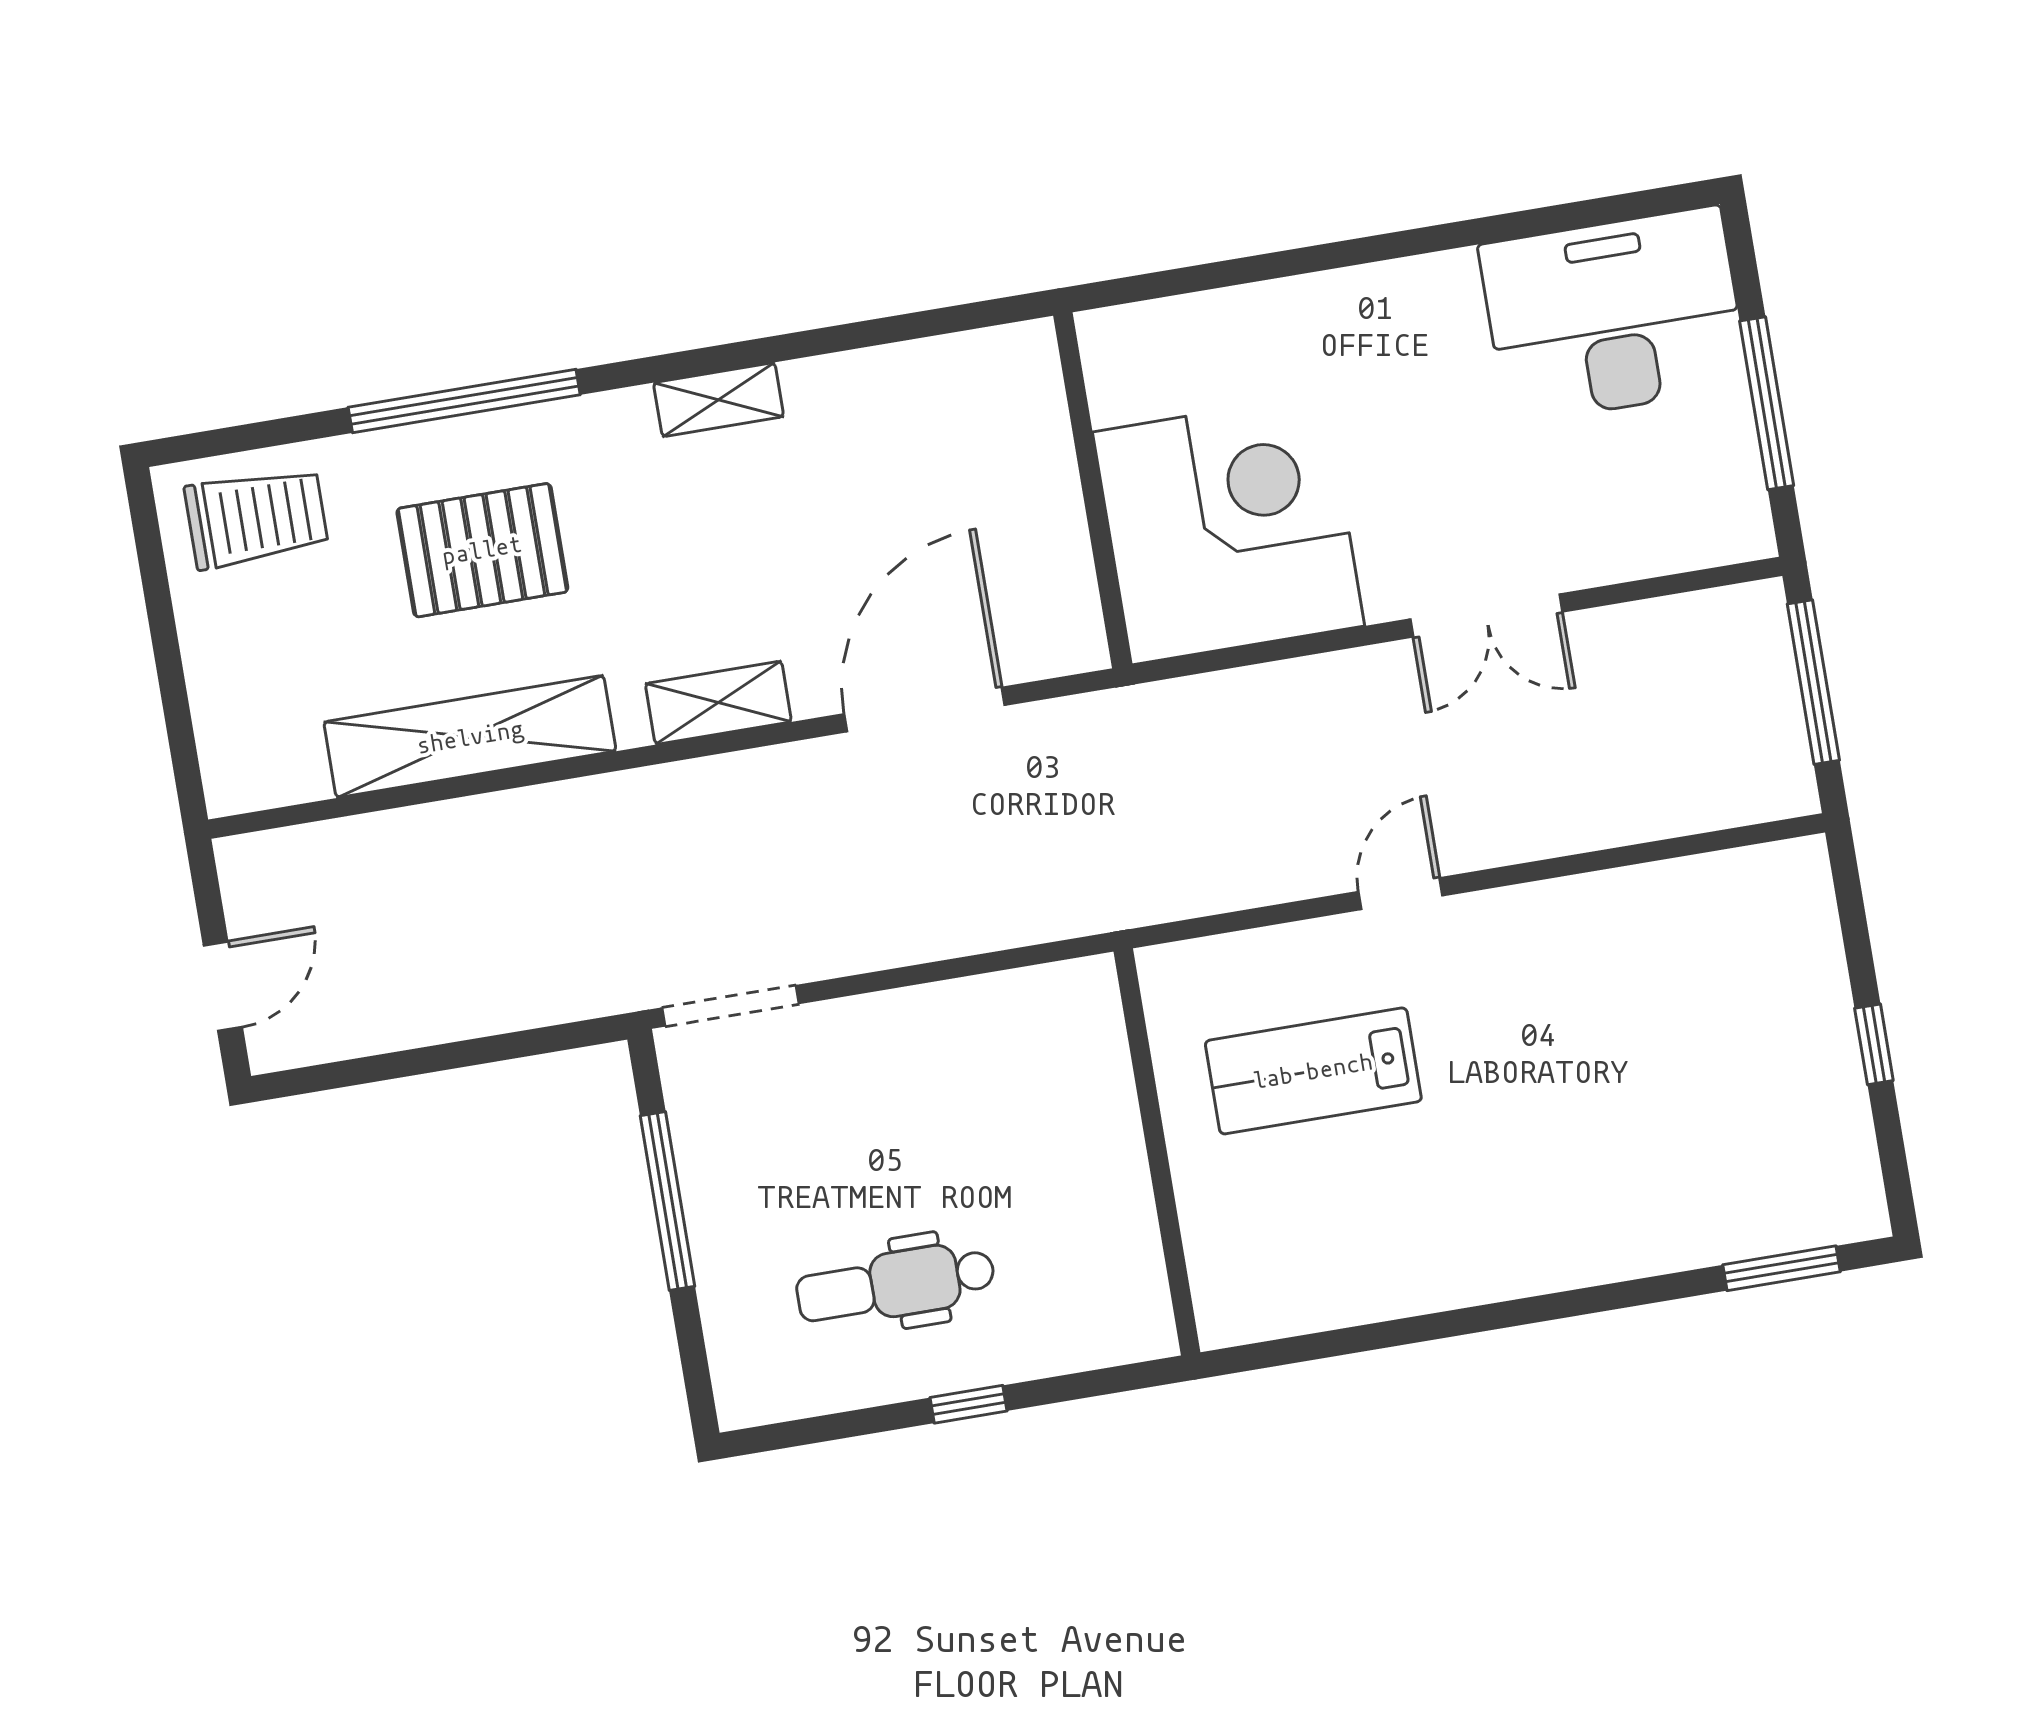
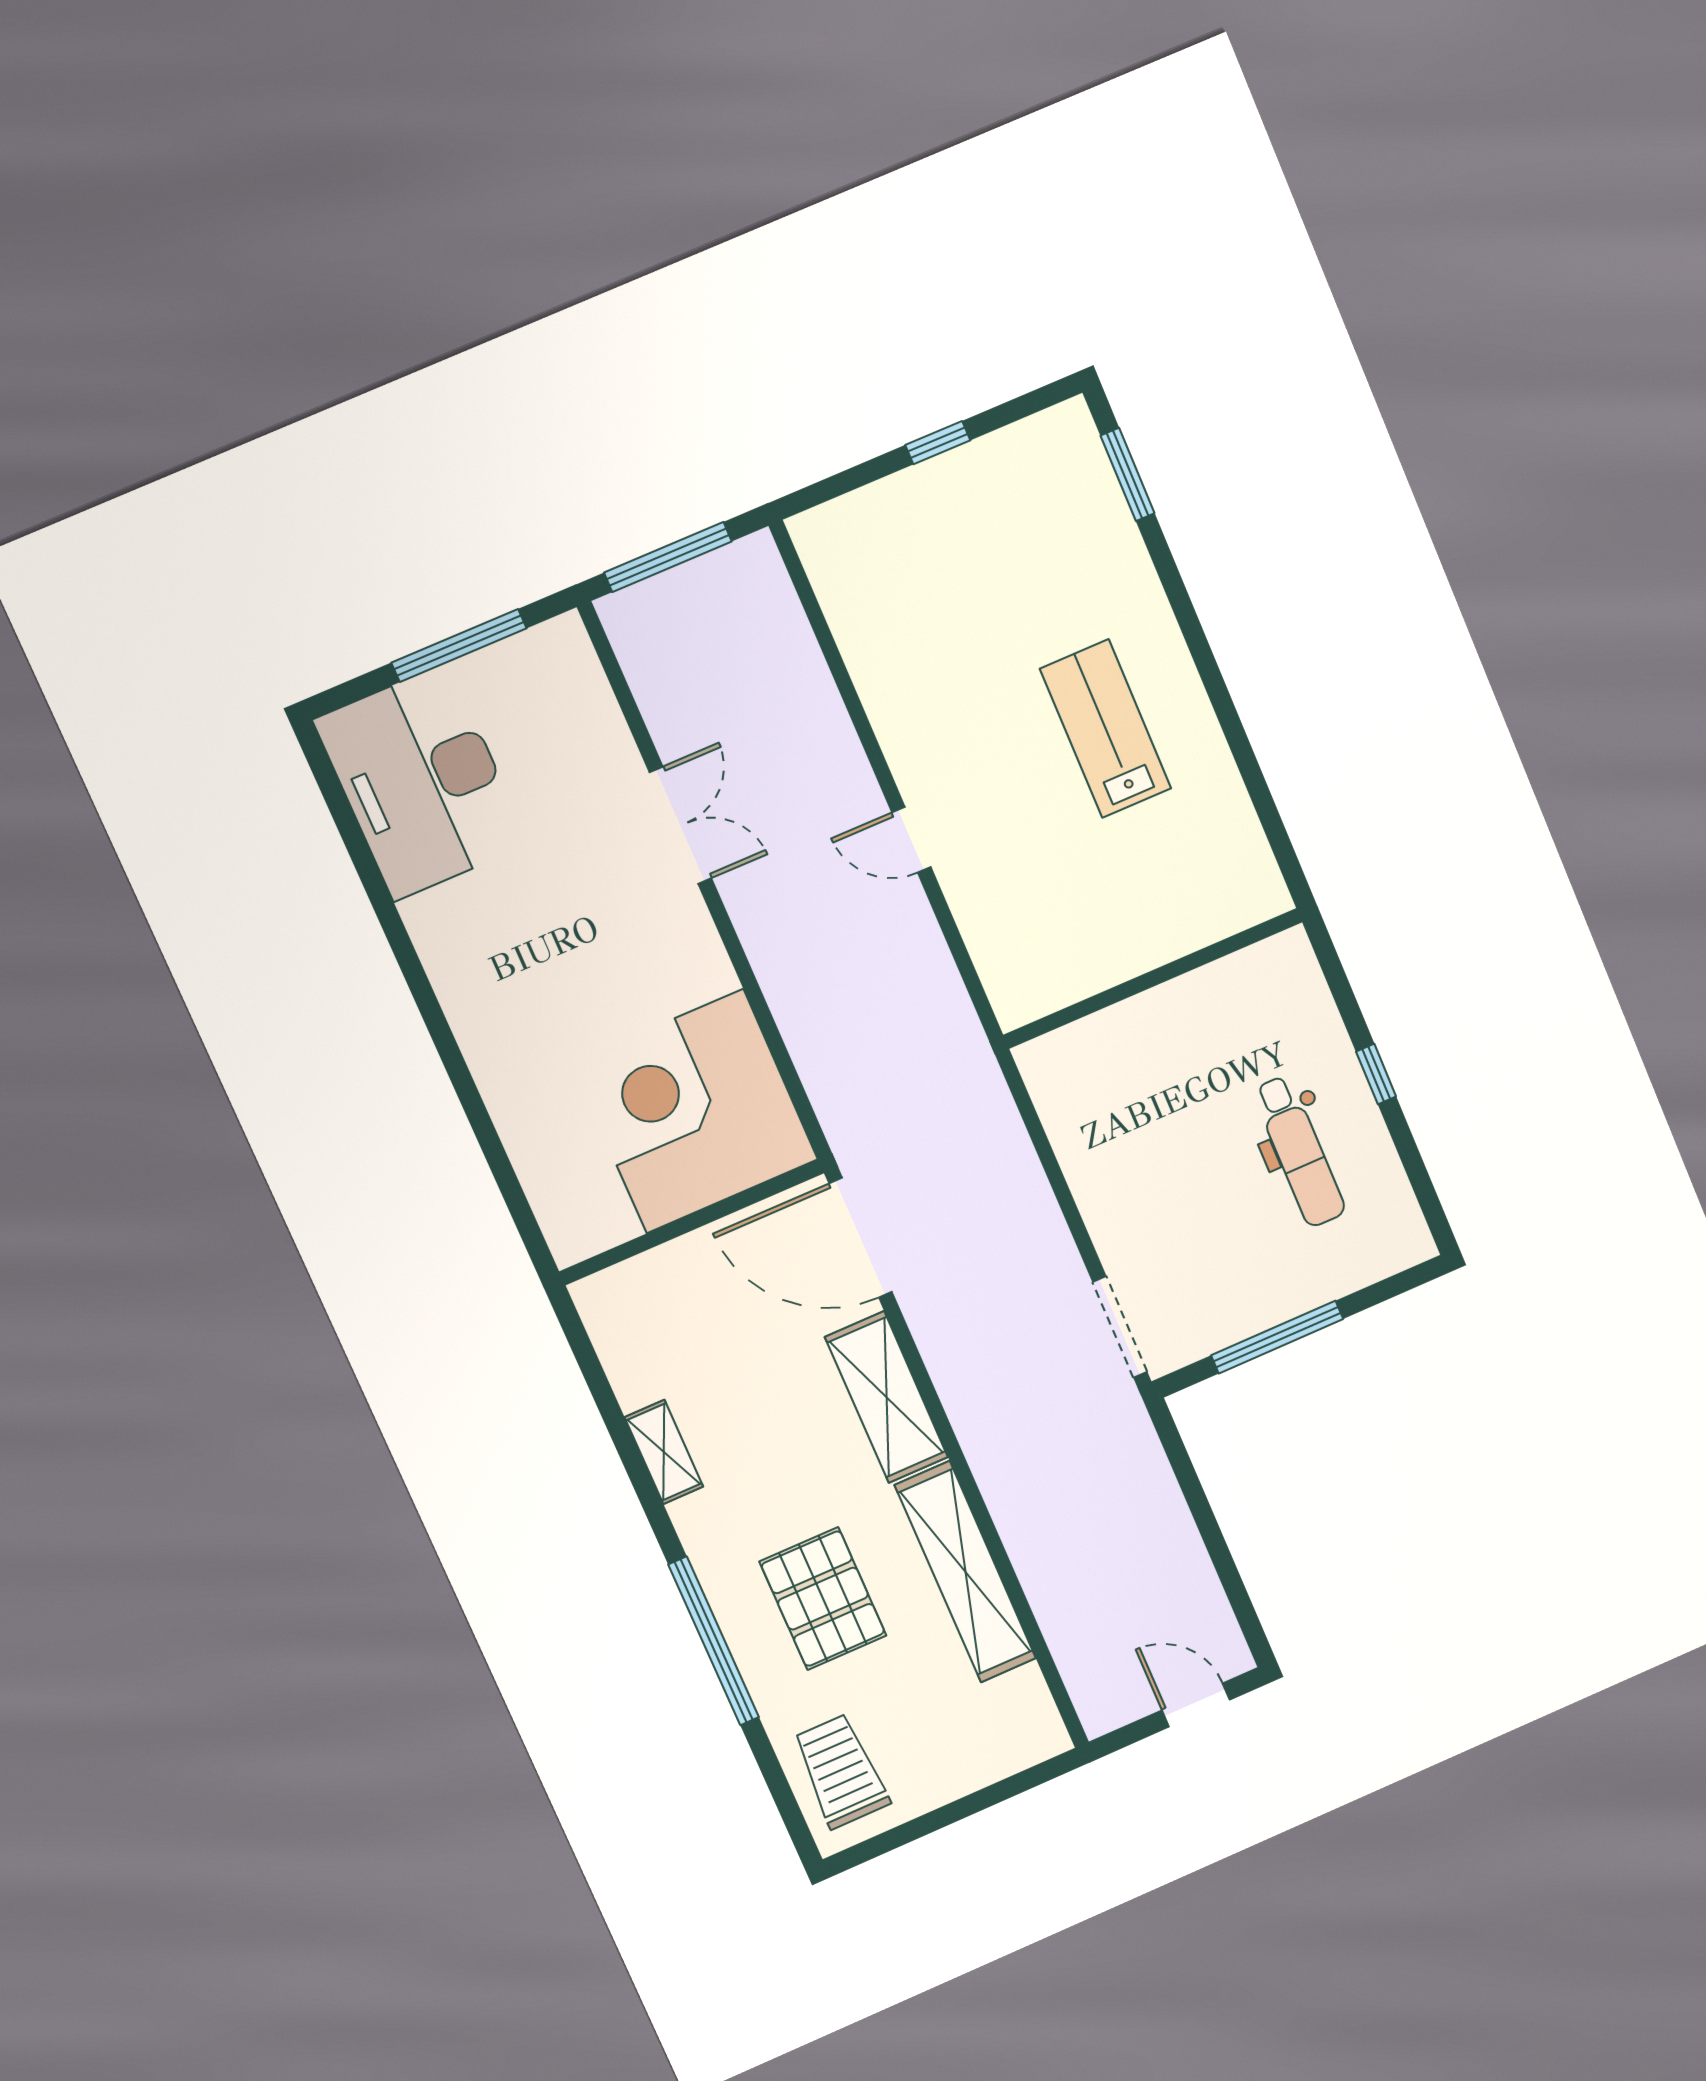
wall: (1092, 490) -> (692, 1222), moved
corner desk: (1229, 529) -> (695, 1111), moved
shelving: (718, 703) -> (887, 1397), width x1.50, depth x1.33
lab bench: (1313, 1071) -> (1106, 729), moved, turned 180

